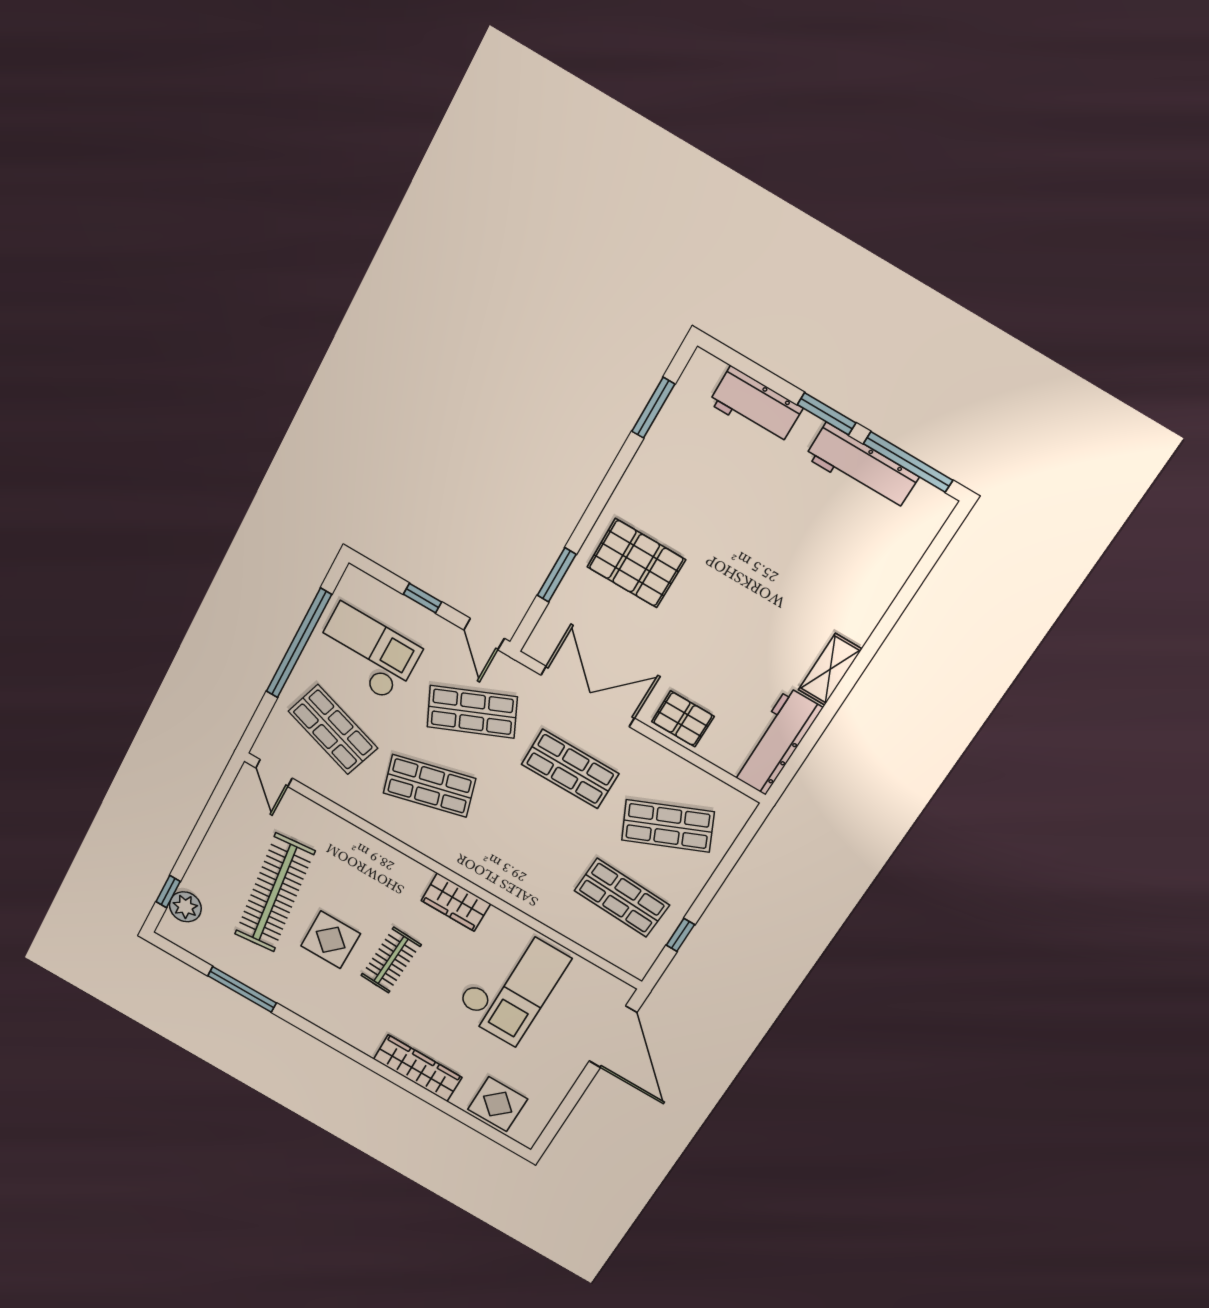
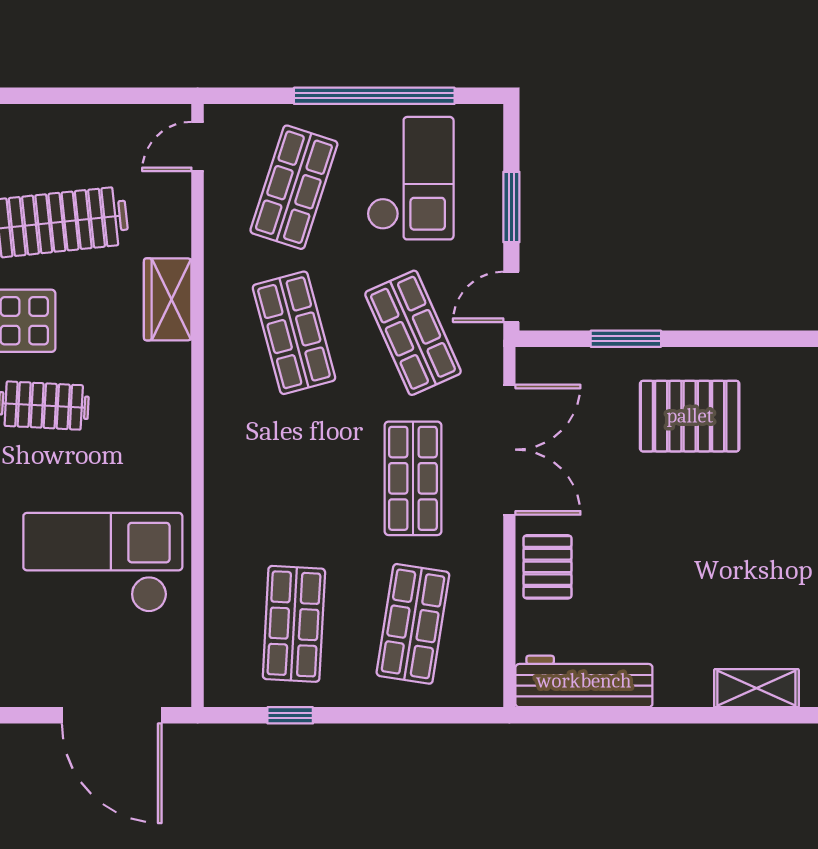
pallet: (636, 563) -> (690, 416), turned 90
window: (422, 598) -> (511, 207), width x1.50
shelving: (830, 669) -> (756, 688), moved
shop shelf: (668, 826) -> (413, 624), turned 33
wardrobe: (456, 902) -> (168, 299), moved
checkout: (512, 985) -> (103, 562), turned 180
door: (613, 1037) -> (112, 715), hinge flipped

